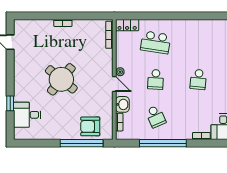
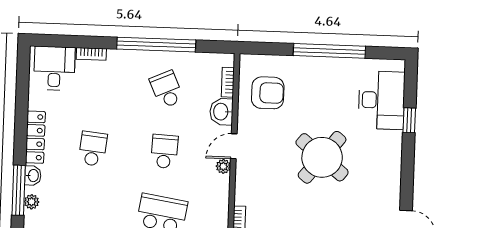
door: (114, 84) -> (234, 146), hinge flipped
desk: (27, 115) -> (381, 100), width x1.37
armchair: (90, 126) -> (268, 93), moved
window: (82, 143) -> (329, 51), moved

